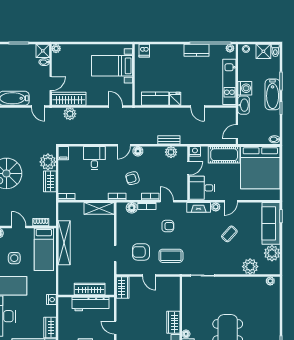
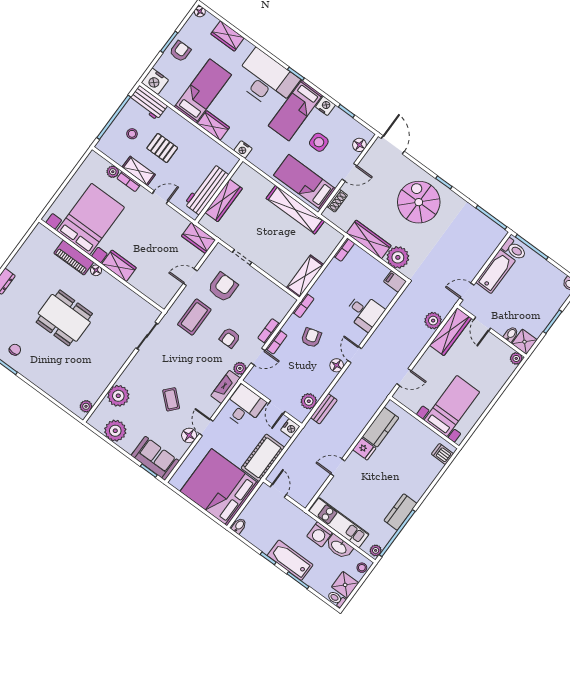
washbasin: (244, 105) -> (339, 547), moved
wardrobe: (50, 181) -> (369, 239), width x1.50
plant: (216, 207) -> (240, 368), moved
floor lamp: (132, 208) -> (189, 435), moved
sofa: (271, 223) -> (155, 458), width x0.73

